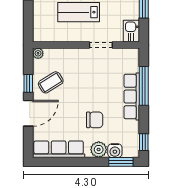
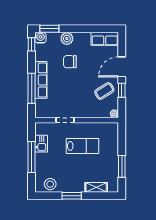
kitchen sink: (131, 31) -> (41, 144), moved
row of seats: (59, 149) -> (105, 39), width x0.68
water cooler: (115, 151) -> (40, 38), moved

